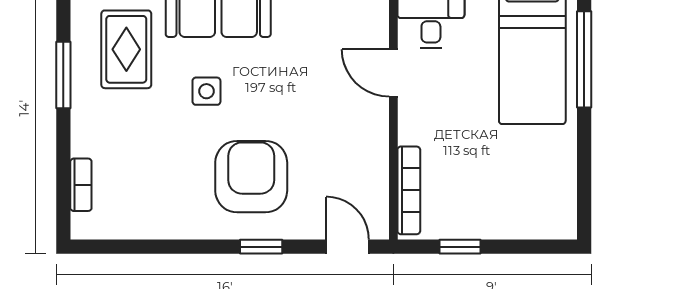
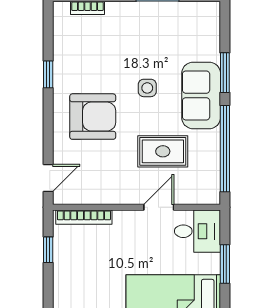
rug: (126, 49) -> (163, 151), moved
window: (261, 247) -> (48, 74), moved

